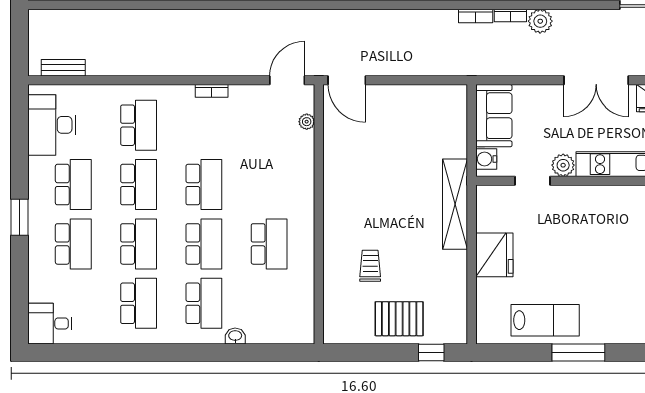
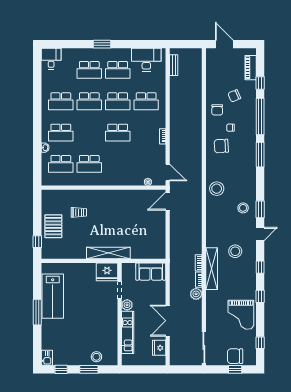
water cooler: (486, 159) -> (130, 268), removed
school desk: (204, 244) -> (61, 164), moved
fridge: (494, 255) -> (107, 272), moved
lab bench: (545, 320) -> (53, 296), width x1.36, depth x1.39

